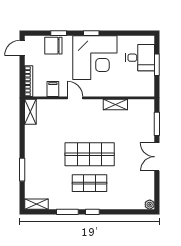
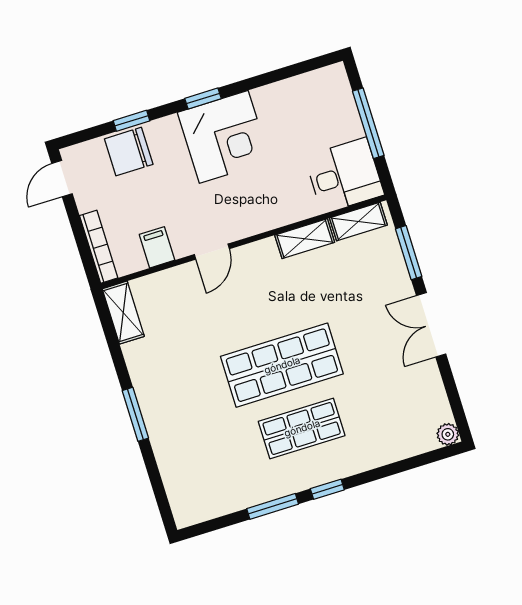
corner desk: (95, 58) -> (224, 137), width x0.74, depth x0.74
desk: (140, 58) -> (344, 176), moved
window: (157, 65) -> (368, 123), width x1.44
door: (75, 98) -> (212, 252), swing flipped
window: (22, 170) -> (135, 414), moved
shelving: (37, 204) -> (358, 221), moved

